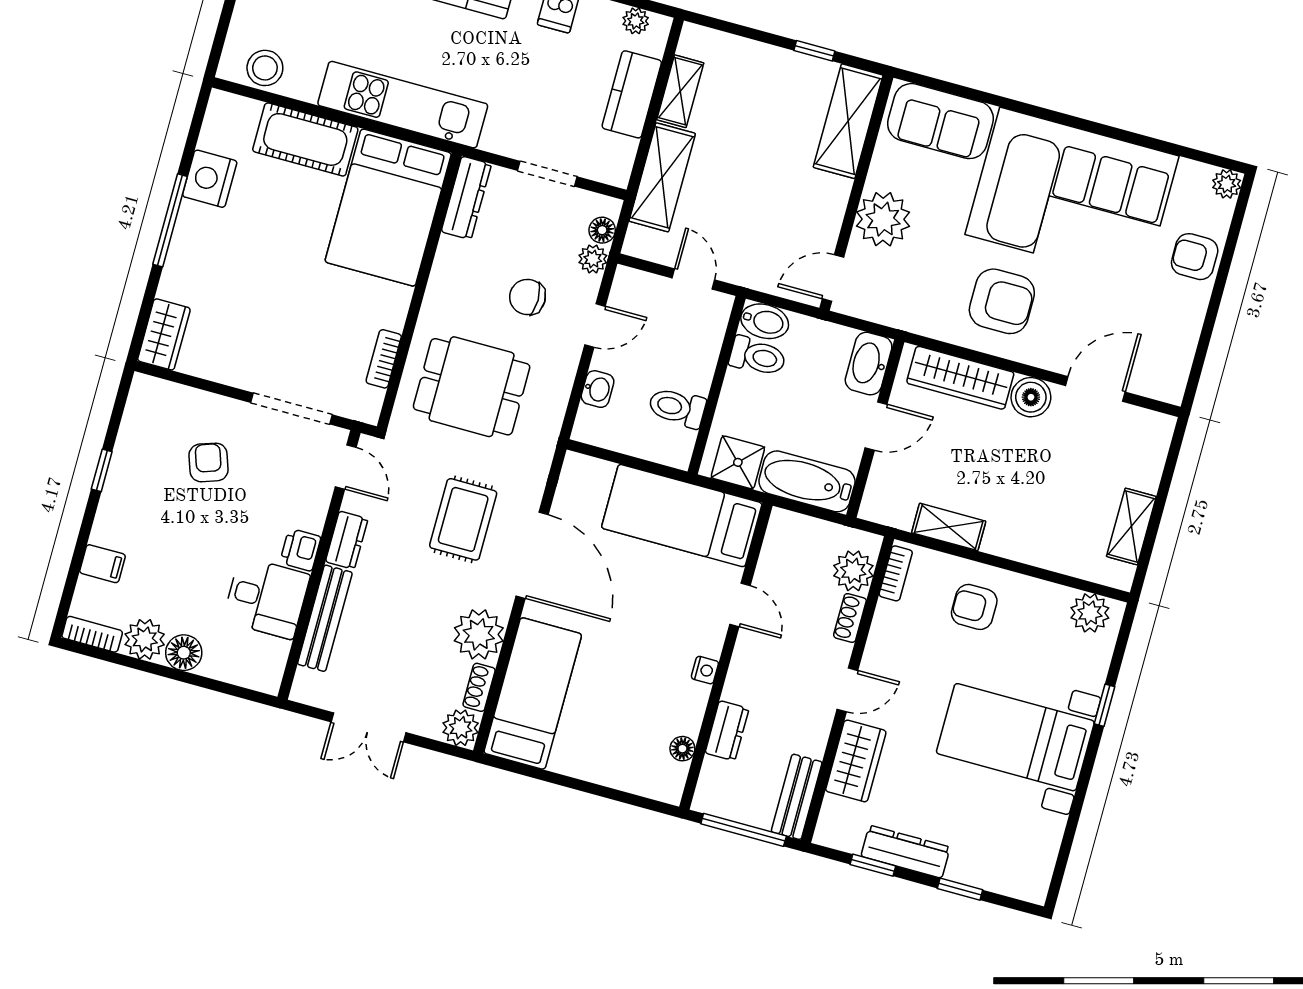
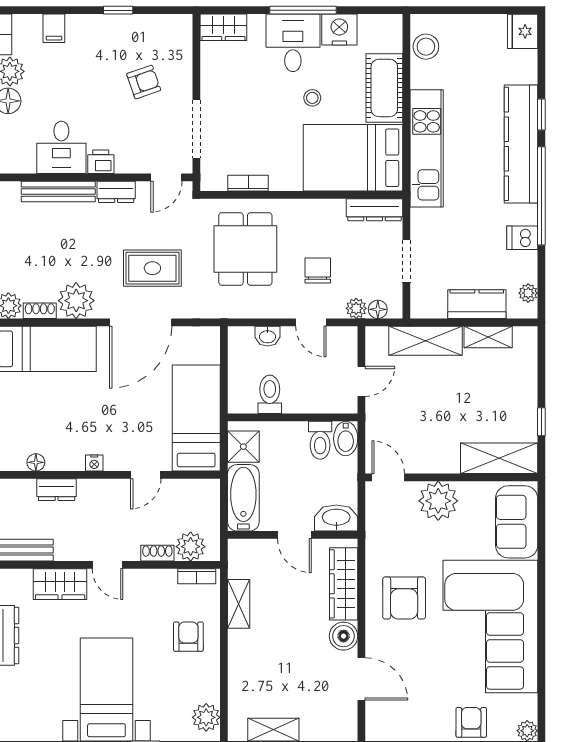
stool: (292, 240) -> (312, 98), added
desk: (211, 246) -> (293, 43), added

